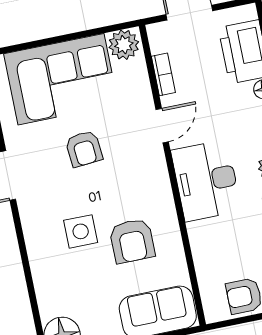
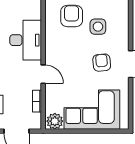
door: (162, 126) -> (43, 74), swing flipped
armchair: (84, 149) -> (102, 63), moved

